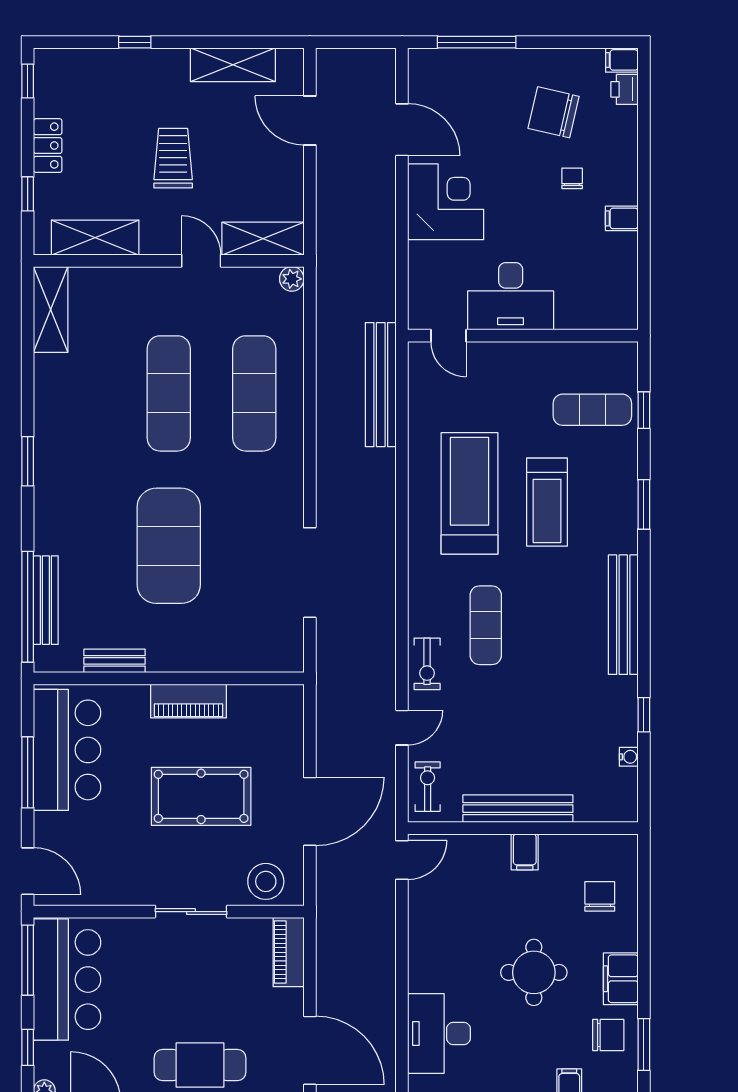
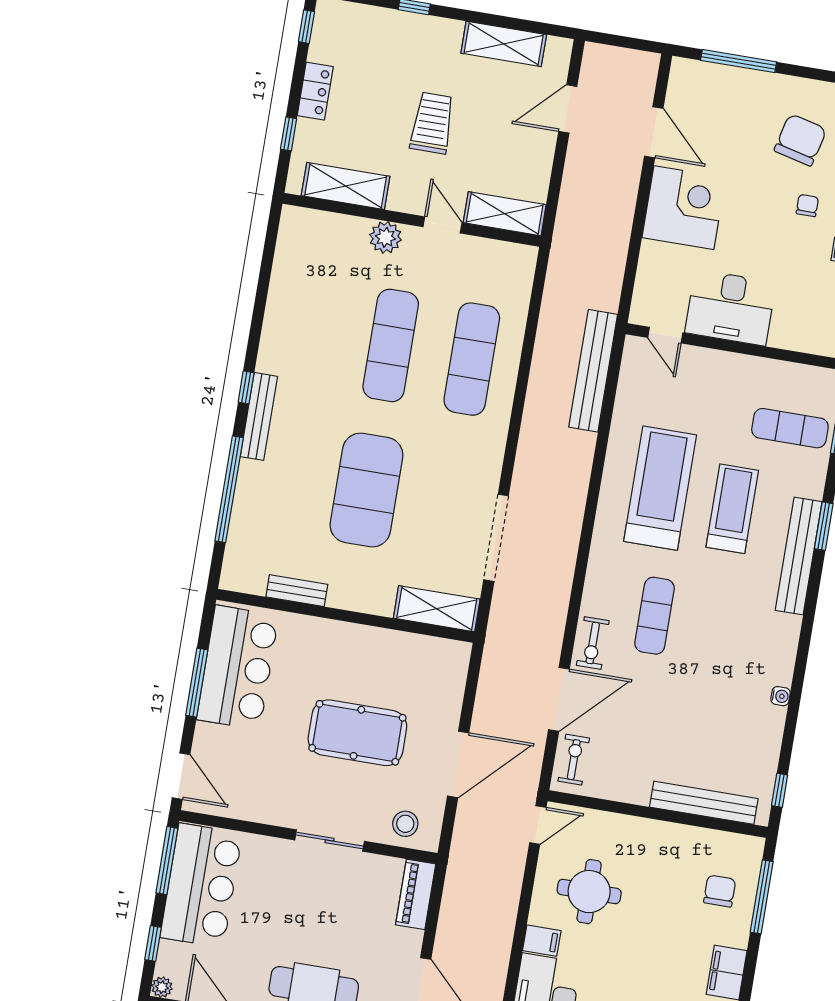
chair: (554, 112) -> (800, 140), turned 91
door: (310, 120) -> (568, 109), hinge flipped
plant: (292, 279) -> (385, 237), moved, width x1.38, depth x1.38
shelving: (51, 310) -> (437, 609), moved, turned 90
window: (28, 461) -> (246, 387), width x0.67
treadmill: (547, 502) -> (732, 509), turned 180
bench: (46, 600) -> (259, 416), moved
window: (28, 607) -> (229, 489), moved
bench: (623, 615) -> (799, 556), moved
piano: (189, 701) -> (361, 640), removed
window: (644, 715) -> (780, 790), moved
door: (402, 728) -> (559, 699), width x1.87
water cooler: (629, 757) -> (780, 696), moved
bench: (518, 809) -> (704, 803), moved
filing cabinet: (525, 852) -> (542, 941), moved, turned -90
stool: (266, 881) -> (405, 824), width x0.73, depth x0.73
window: (644, 895) -> (762, 897), added
round table: (534, 972) -> (589, 892), moved

